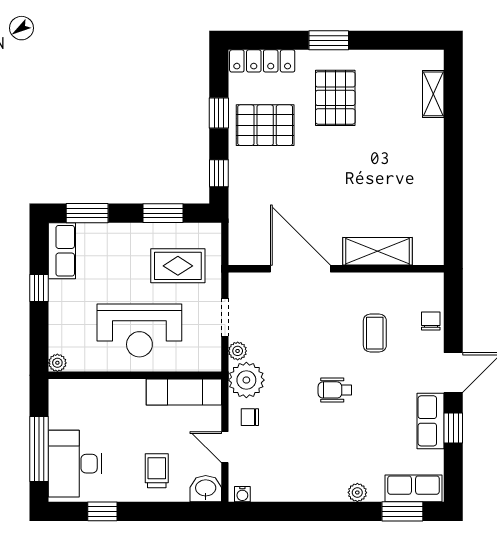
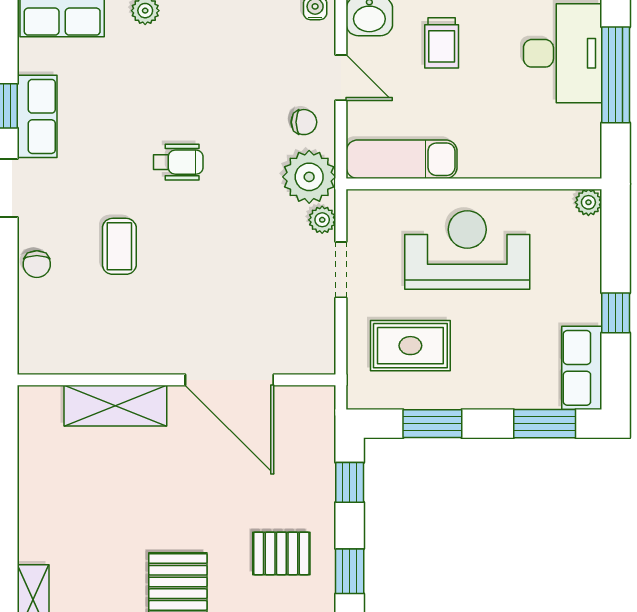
pallet: (265, 125) -> (281, 553), width x0.67, depth x0.71
shelving: (378, 251) -> (115, 406), moved
door: (300, 269) -> (229, 380), moved
wall: (336, 269) -> (177, 380), moved

